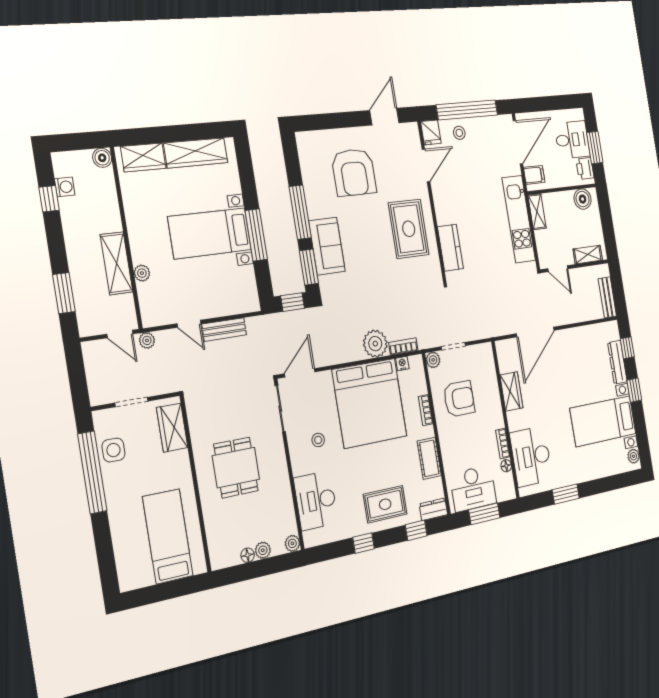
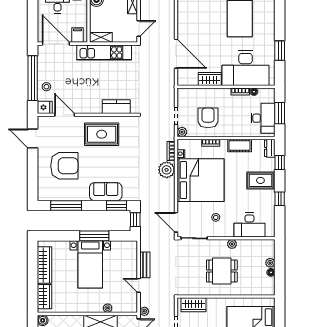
window: (300, 212) -> (66, 206), moved
door: (189, 324) -> (139, 285), swing flipped
desk: (531, 456) -> (245, 68), width x1.36, depth x1.30
rug: (385, 504) -> (260, 180), turned 90
plant: (292, 543) -> (232, 244), moved

